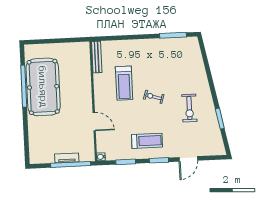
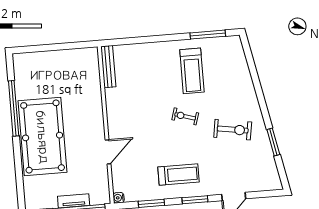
treadmill: (124, 83) -> (192, 71), moved
pool table: (43, 87) -> (43, 137), moved
exercise bike: (189, 108) -> (233, 130), turned -81
door: (94, 122) -> (108, 152), hinge flipped

